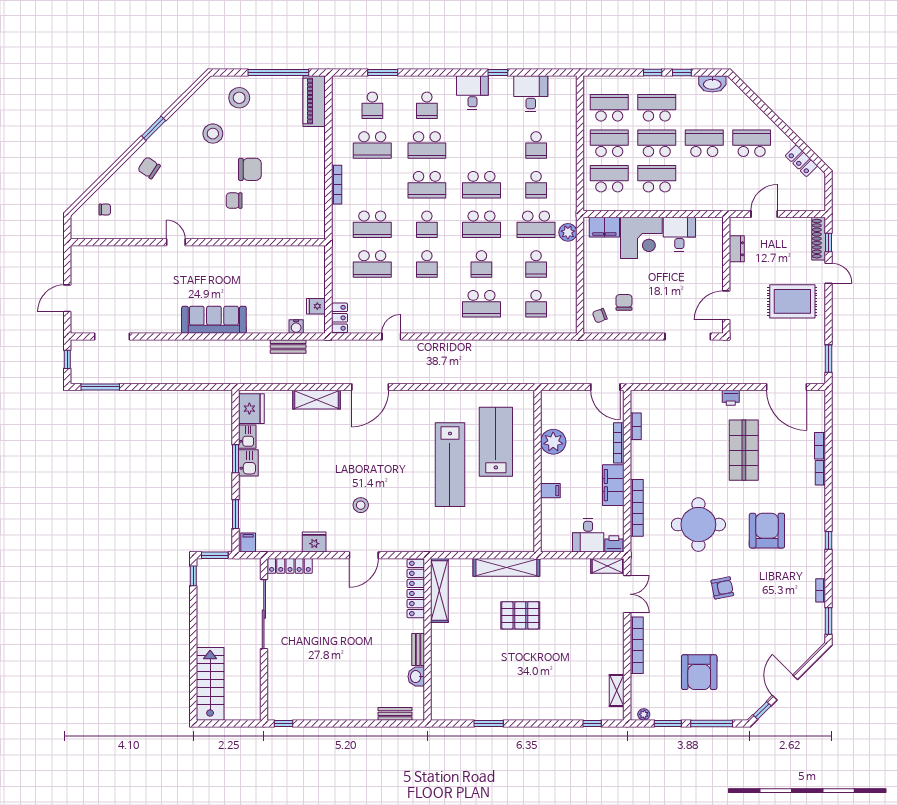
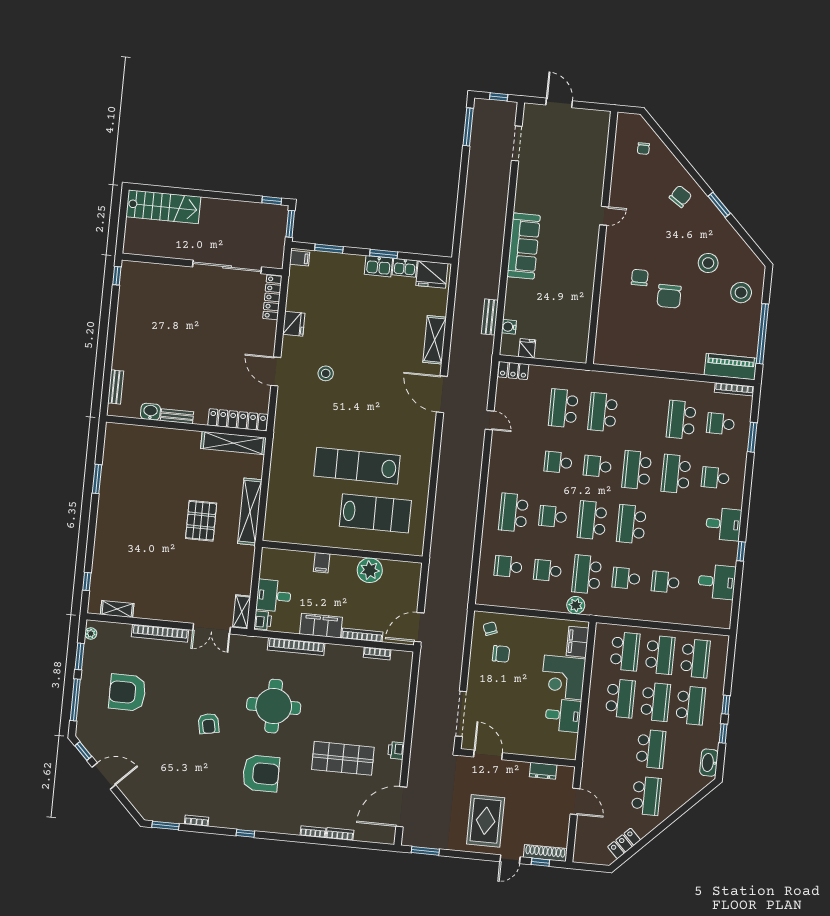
bookcase: (337, 185) -> (734, 389), moved

